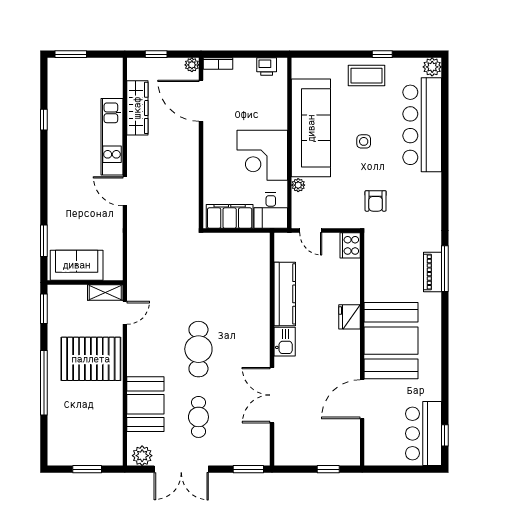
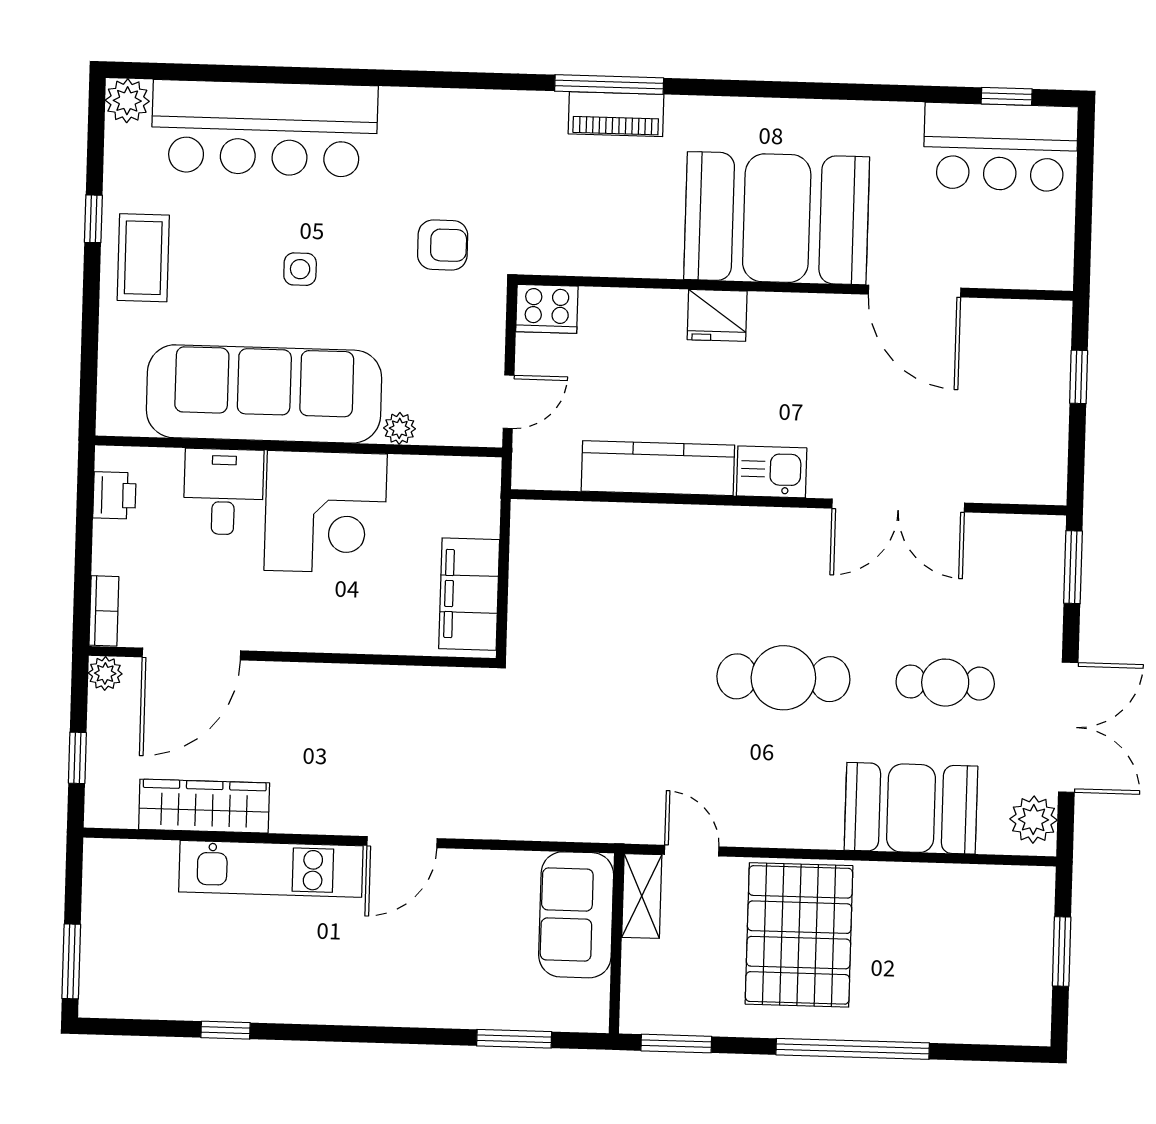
desk: (271, 211) -> (223, 492), moved, turned -90
sofa: (77, 265) -> (576, 915), moved

